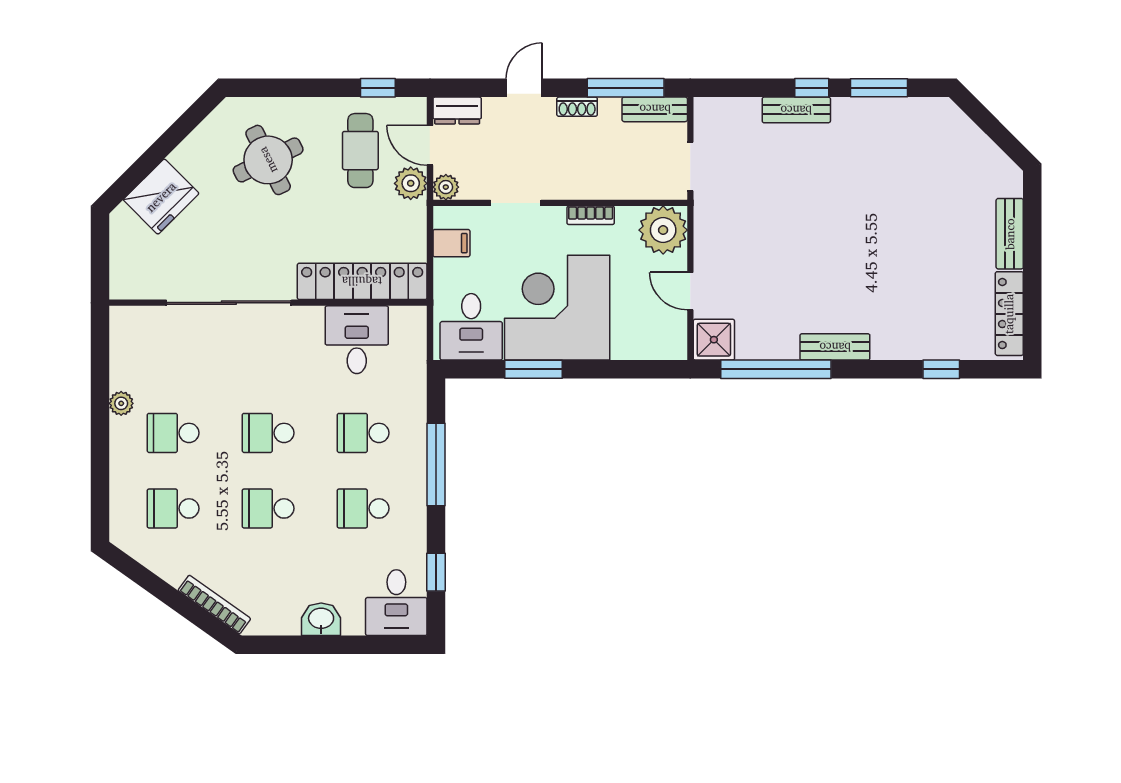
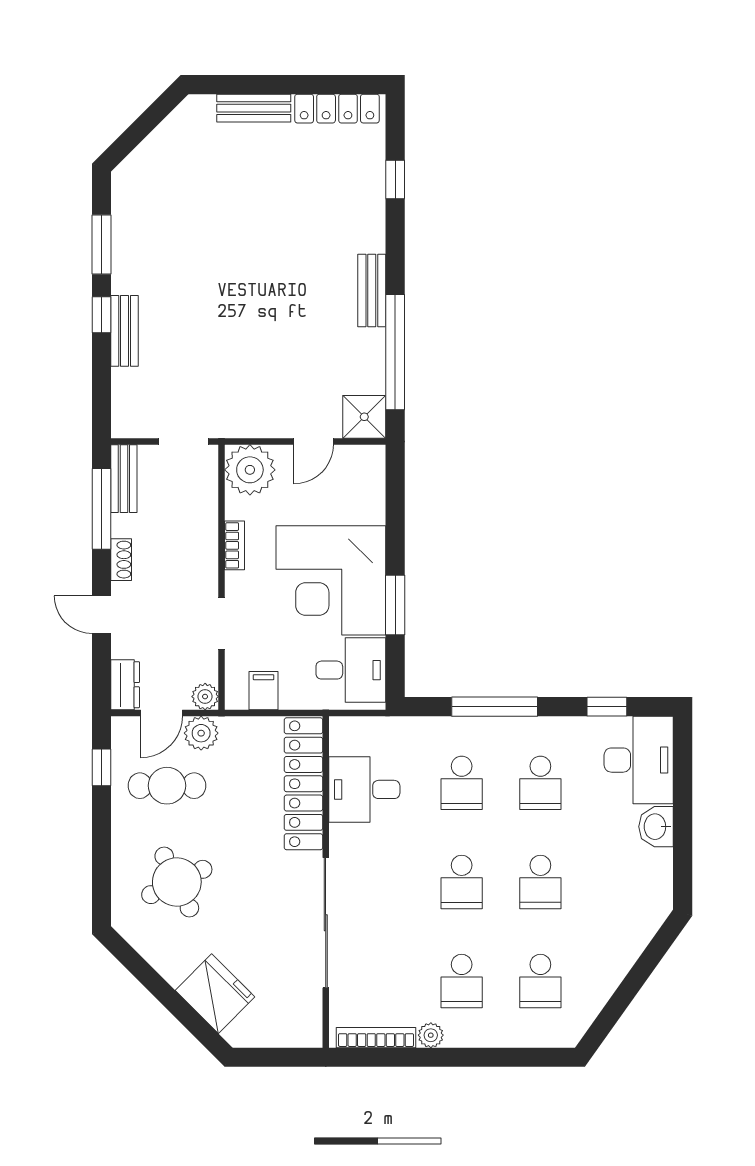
desk: (396, 603) -> (639, 760), width x1.37
bookcase: (214, 605) -> (376, 1038), moved, turned 55

